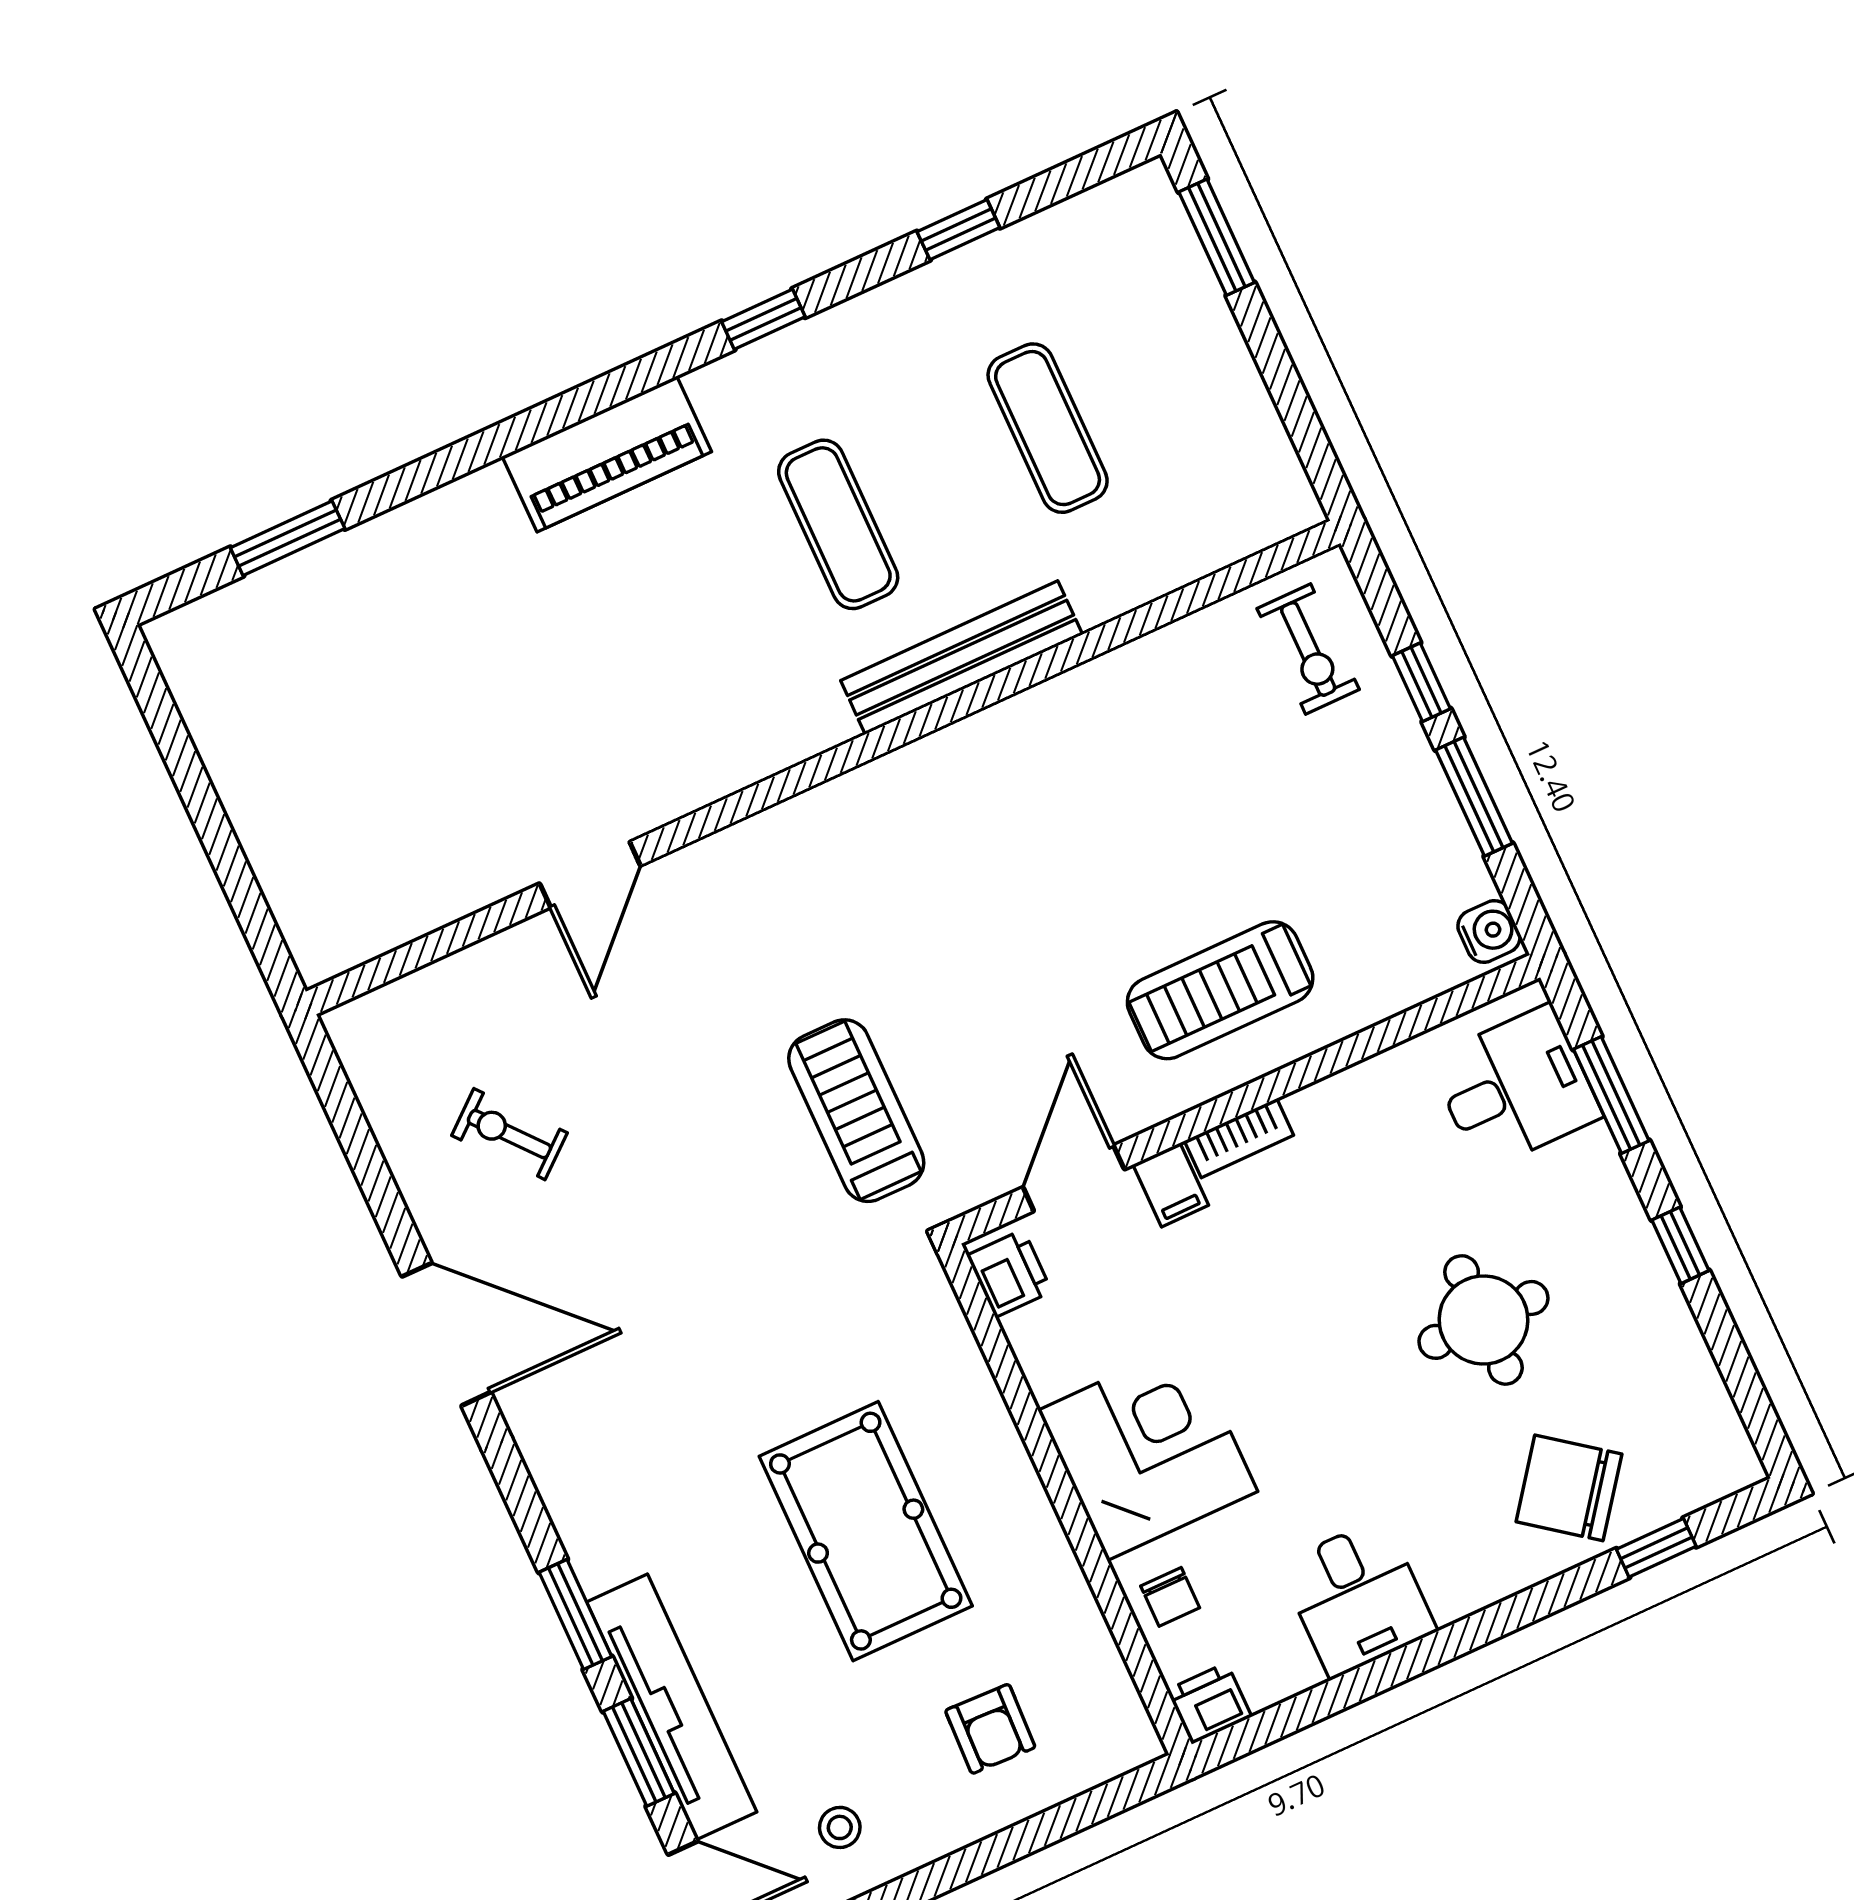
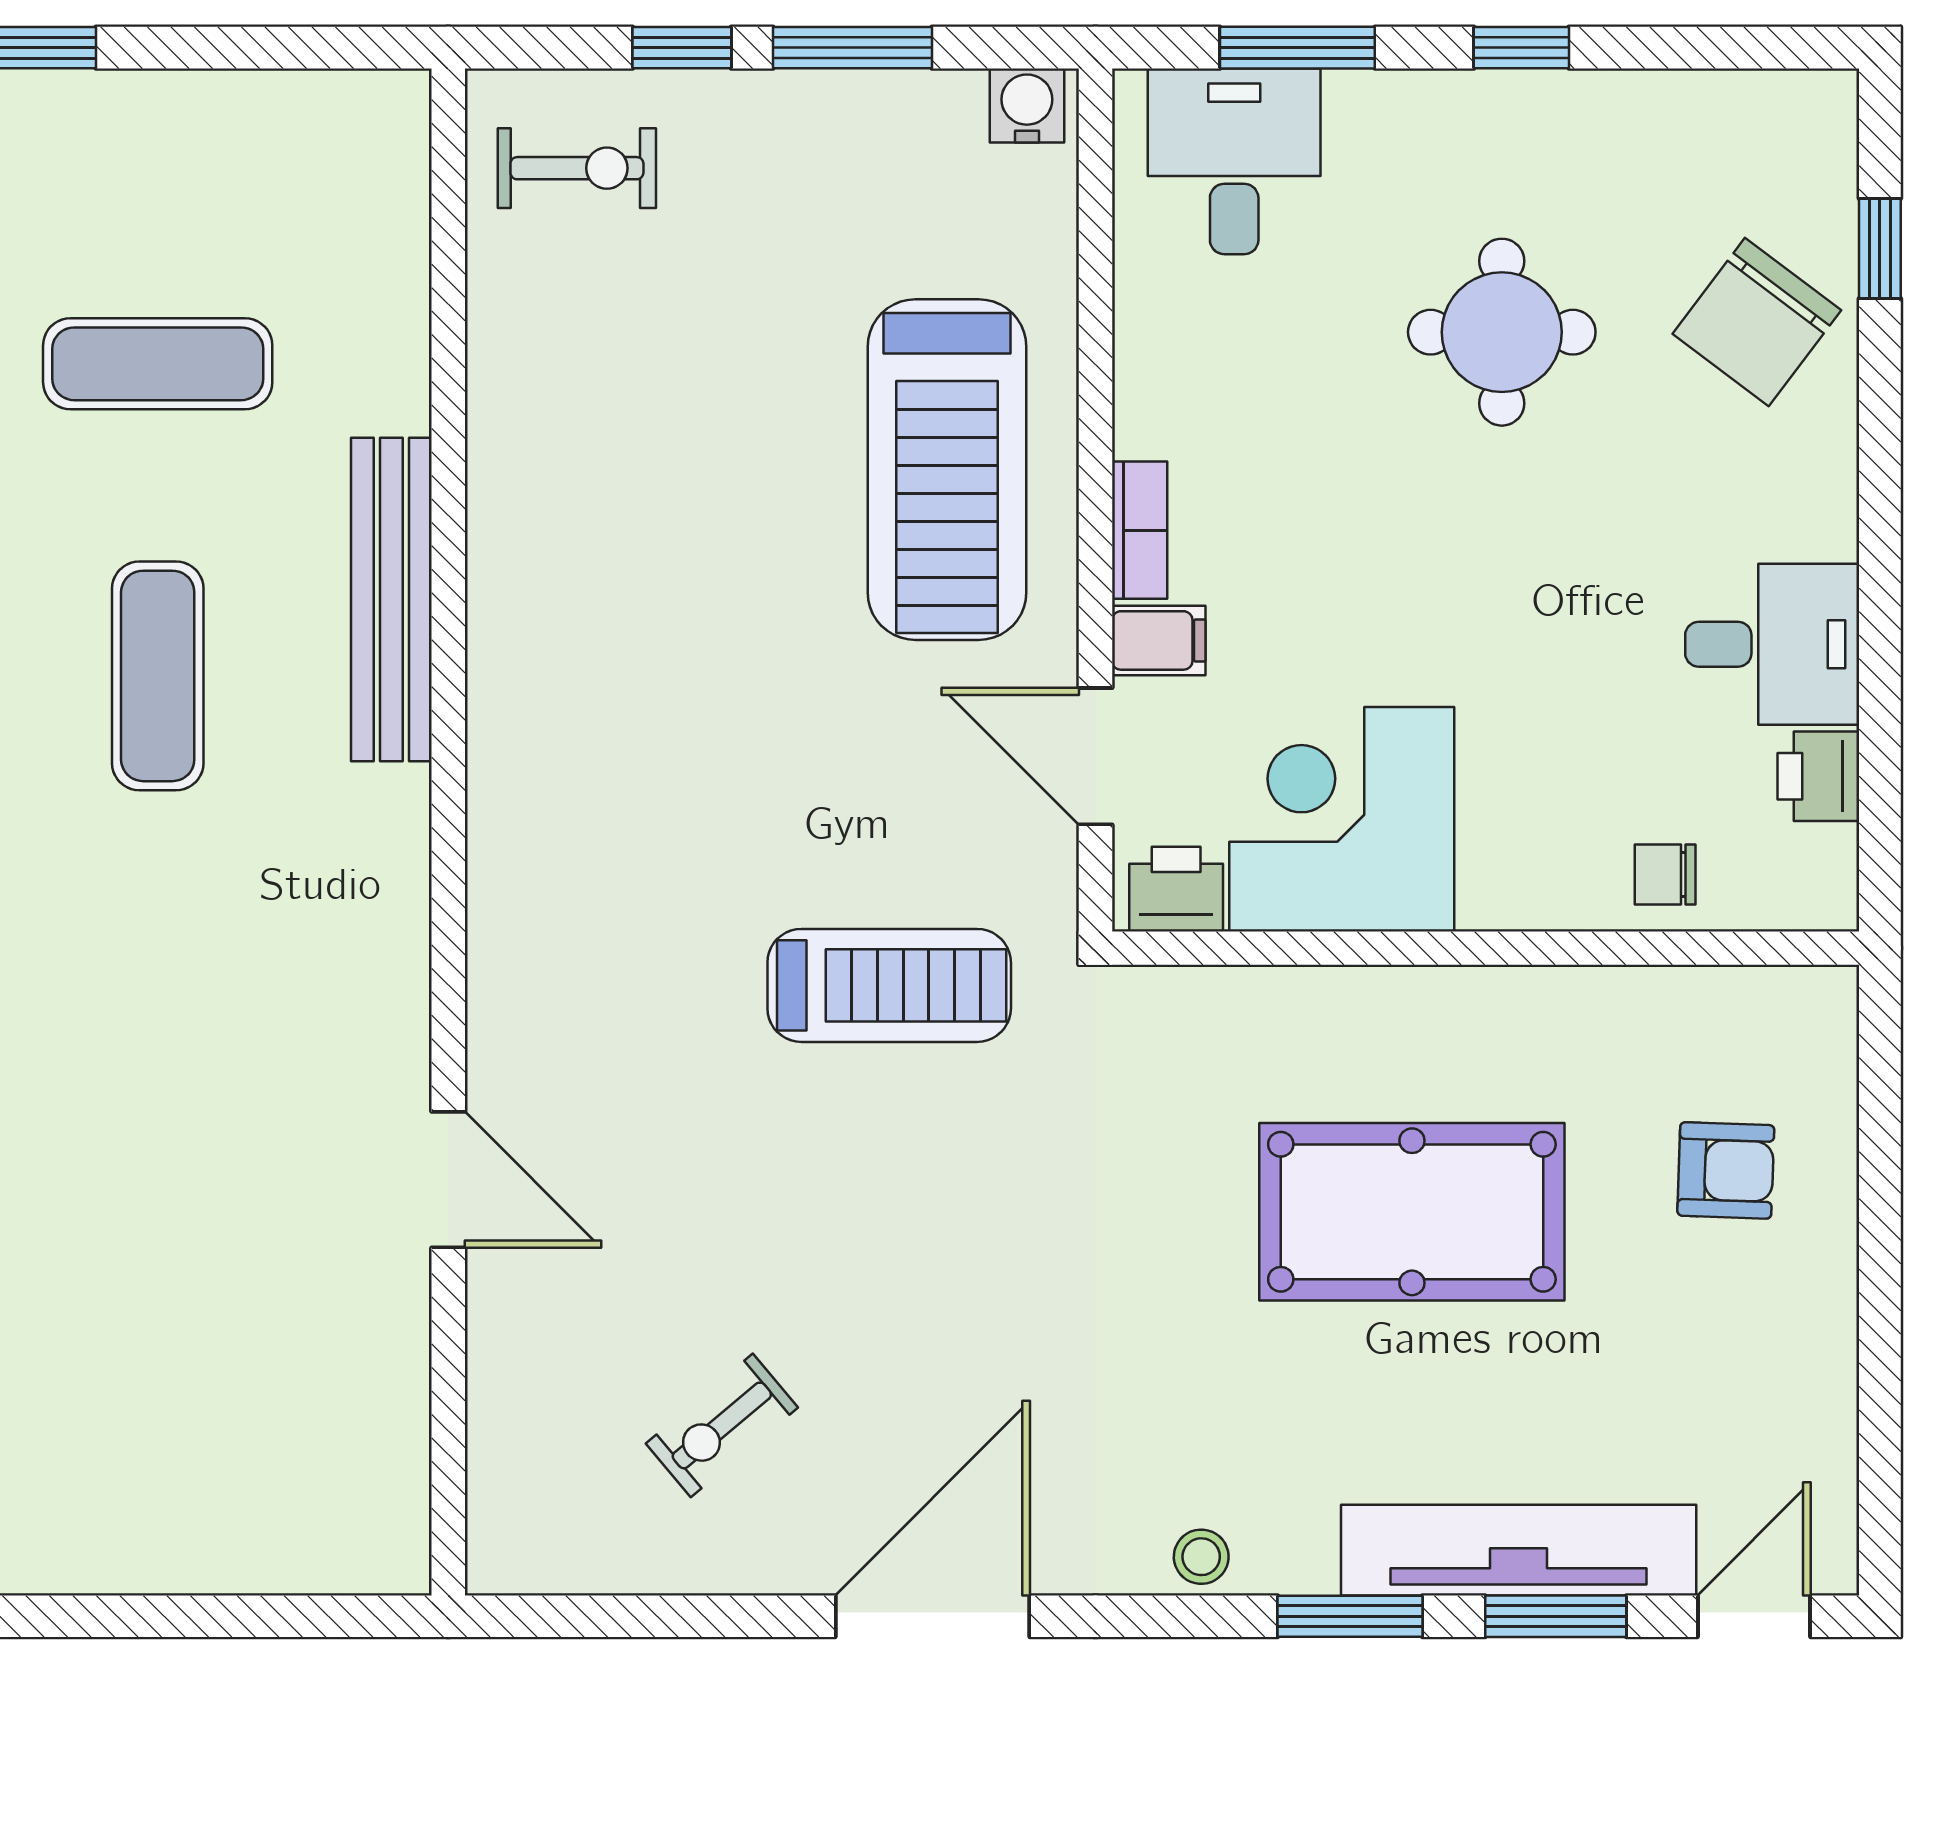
exercise mat: (838, 524) -> (158, 676), turned 90
treadmill: (1220, 990) -> (947, 470), width x1.37, depth x1.38
treadmill: (856, 1111) -> (889, 985), turned 180
corner desk: (1148, 1451) -> (1342, 819), moved
chair: (1170, 1597) -> (1665, 874), turned 180
printer: (1209, 1703) -> (1818, 776), moved
stool: (840, 1827) -> (1201, 1557), moved

